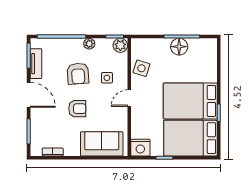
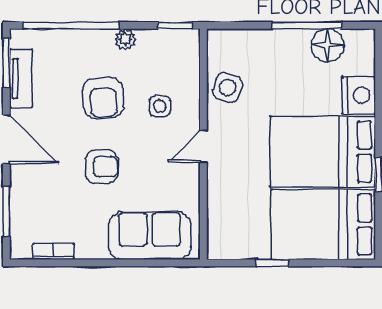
plant: (120, 45) -> (186, 43), removed
floor lamp: (179, 47) -> (328, 45), moved
nightstand: (140, 148) -> (359, 95), moved, turned -90

